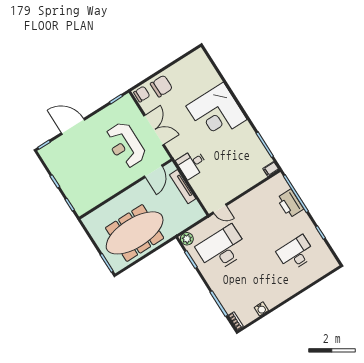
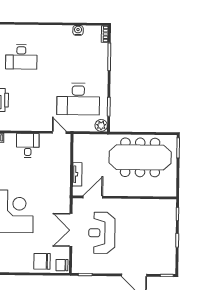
reception desk: (125, 145) -> (102, 233), turned 180
desk: (192, 164) -> (28, 145), moved, turned -90
tv unit: (183, 187) -> (77, 174), width x0.71

